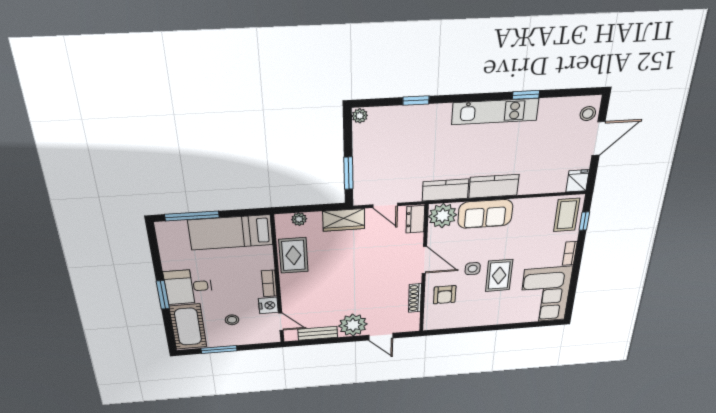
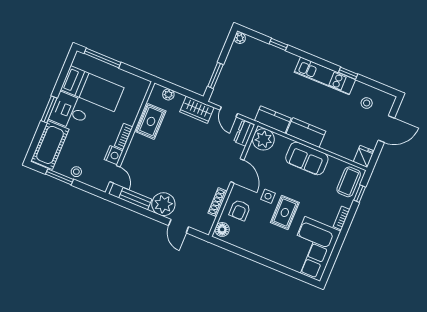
stool: (588, 114) -> (367, 103), moved
sofa: (485, 214) -> (307, 158), moved
bed: (231, 232) -> (92, 89), moved, turned 180
stool: (232, 320) -> (76, 172), moved
floor lamp: (432, 320) -> (222, 229), added

